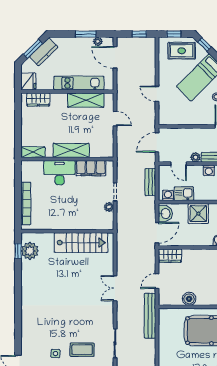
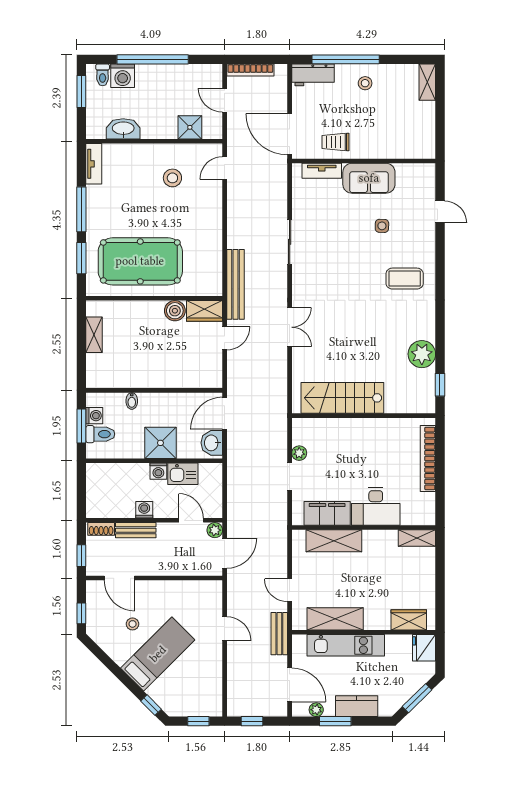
rug: (182, 51) -> (186, 695), removed
kitchen counter: (44, 52) -> (357, 706), moved, turned 44
shelving: (71, 150) -> (334, 541), moved
plant: (195, 157) -> (215, 530), moved
bench: (150, 182) -> (279, 634), moved
washing machine: (168, 195) -> (158, 471), moved
plant: (30, 251) -> (422, 354), moved
wardrobe: (170, 256) -> (205, 311), moved, turned 180
coffee table: (82, 350) -> (405, 279), moved

